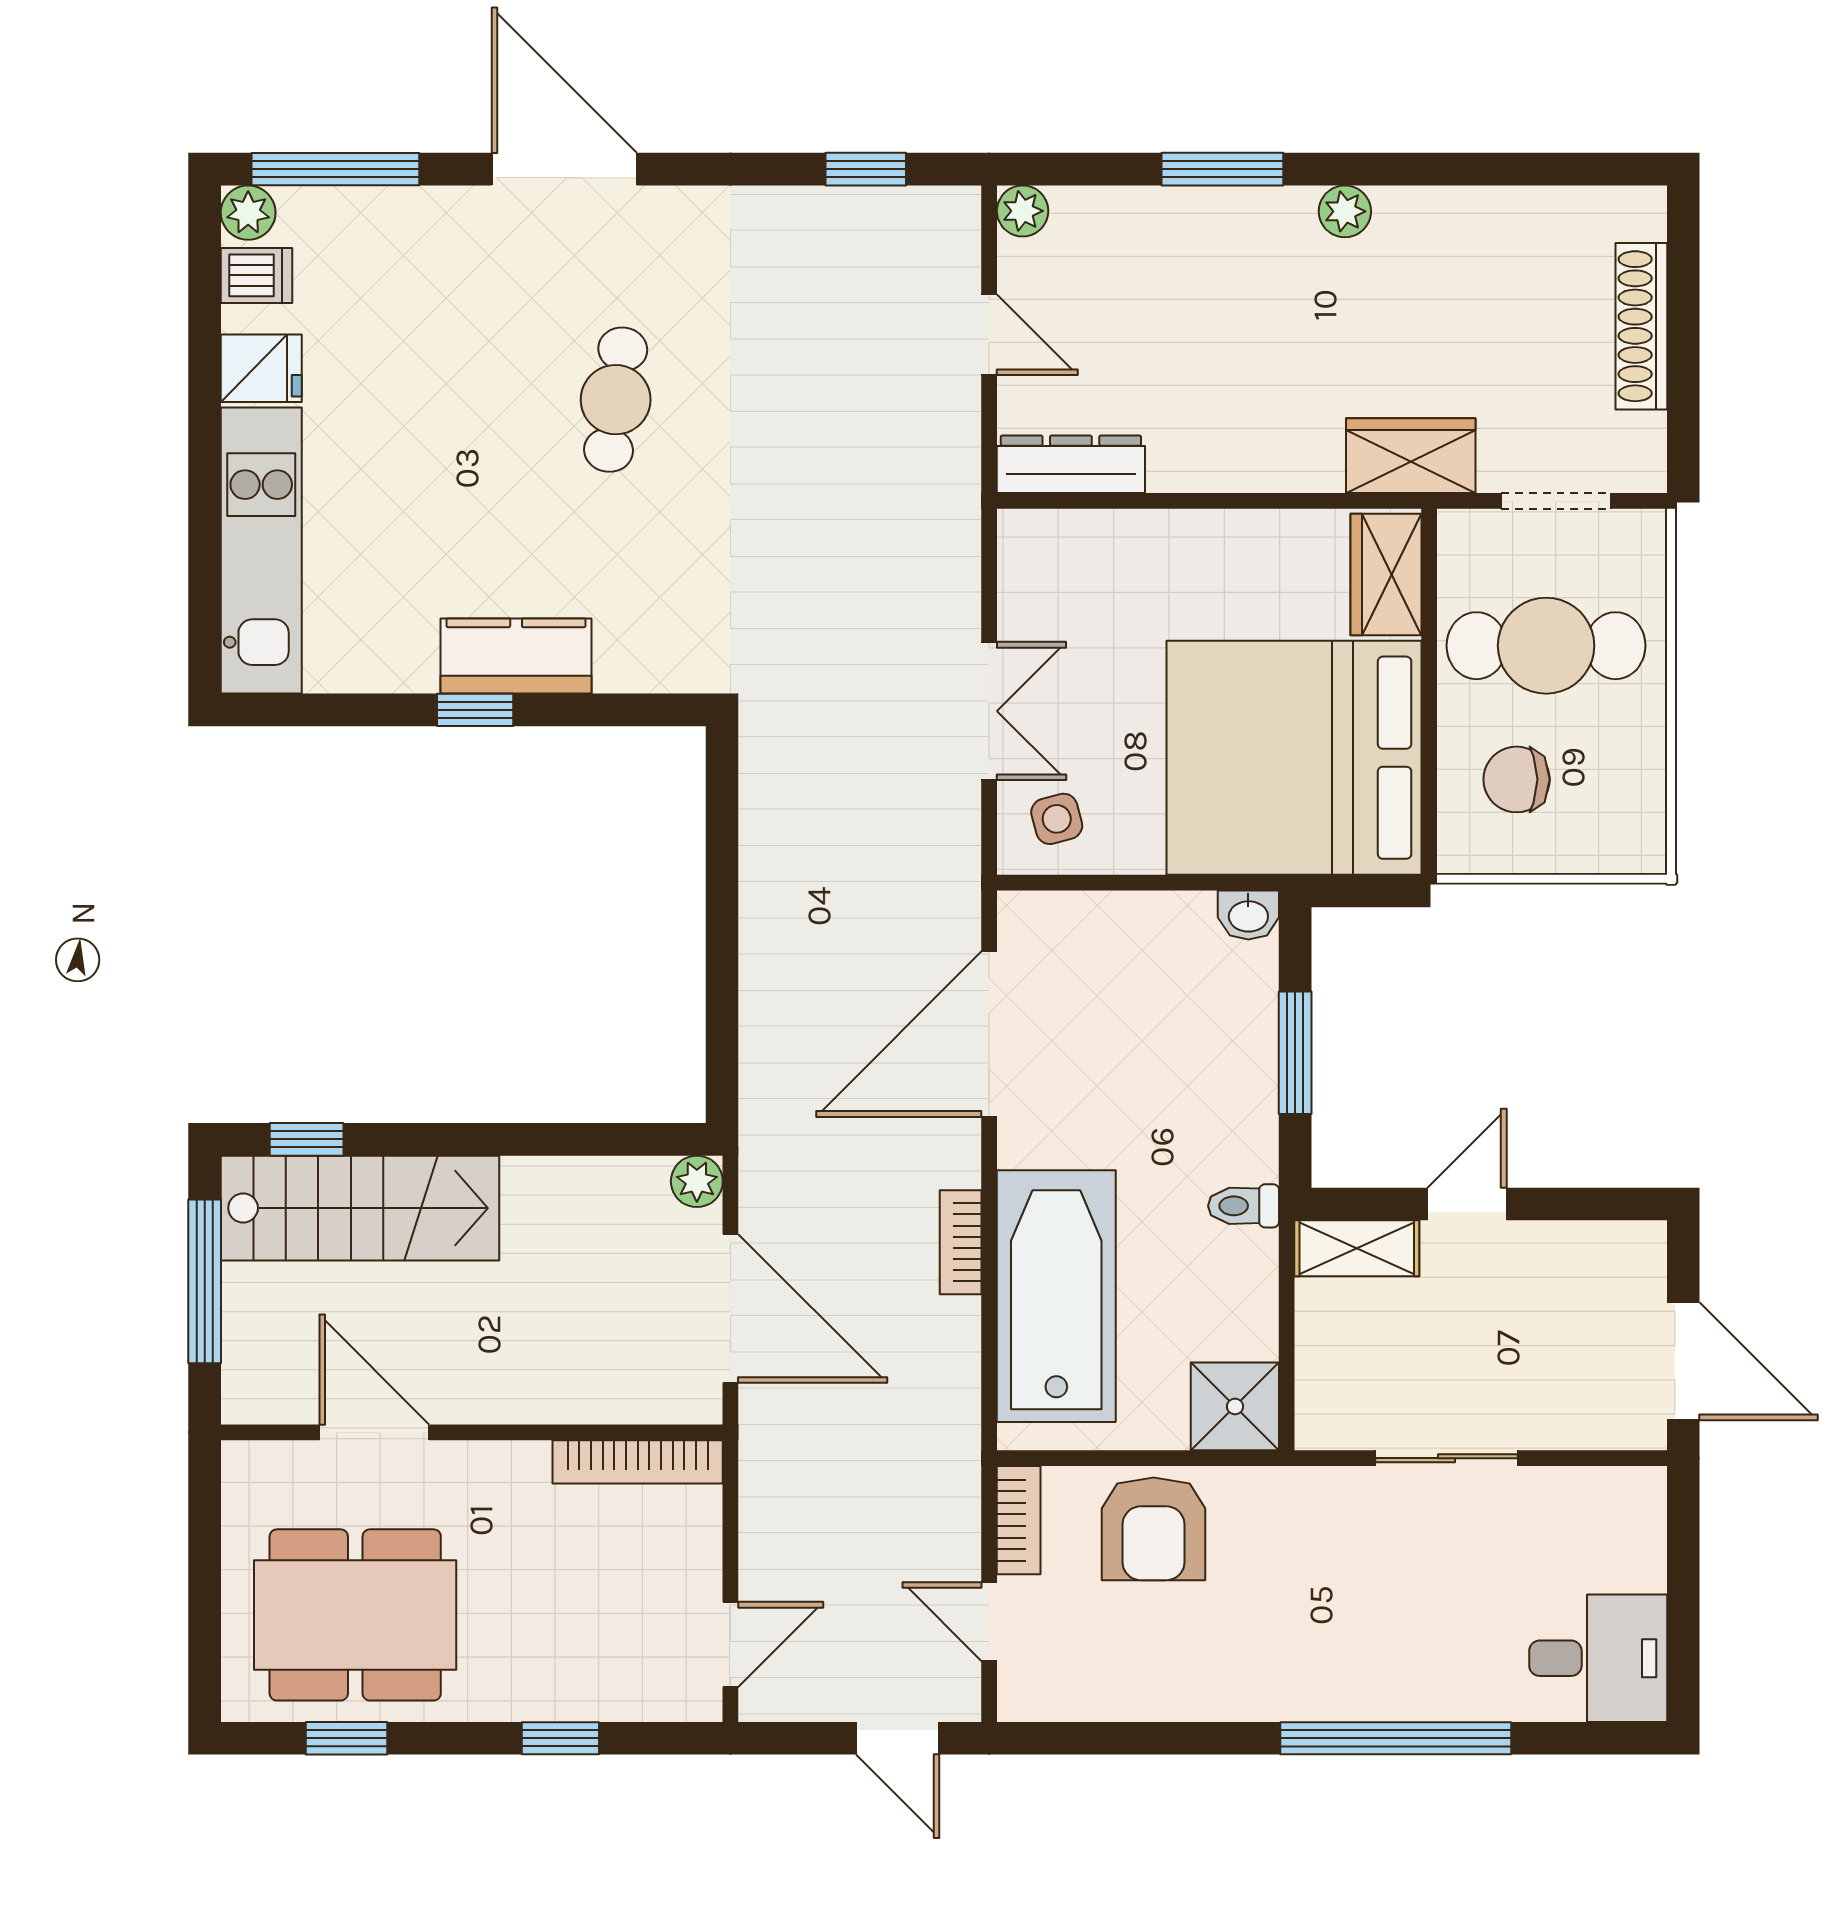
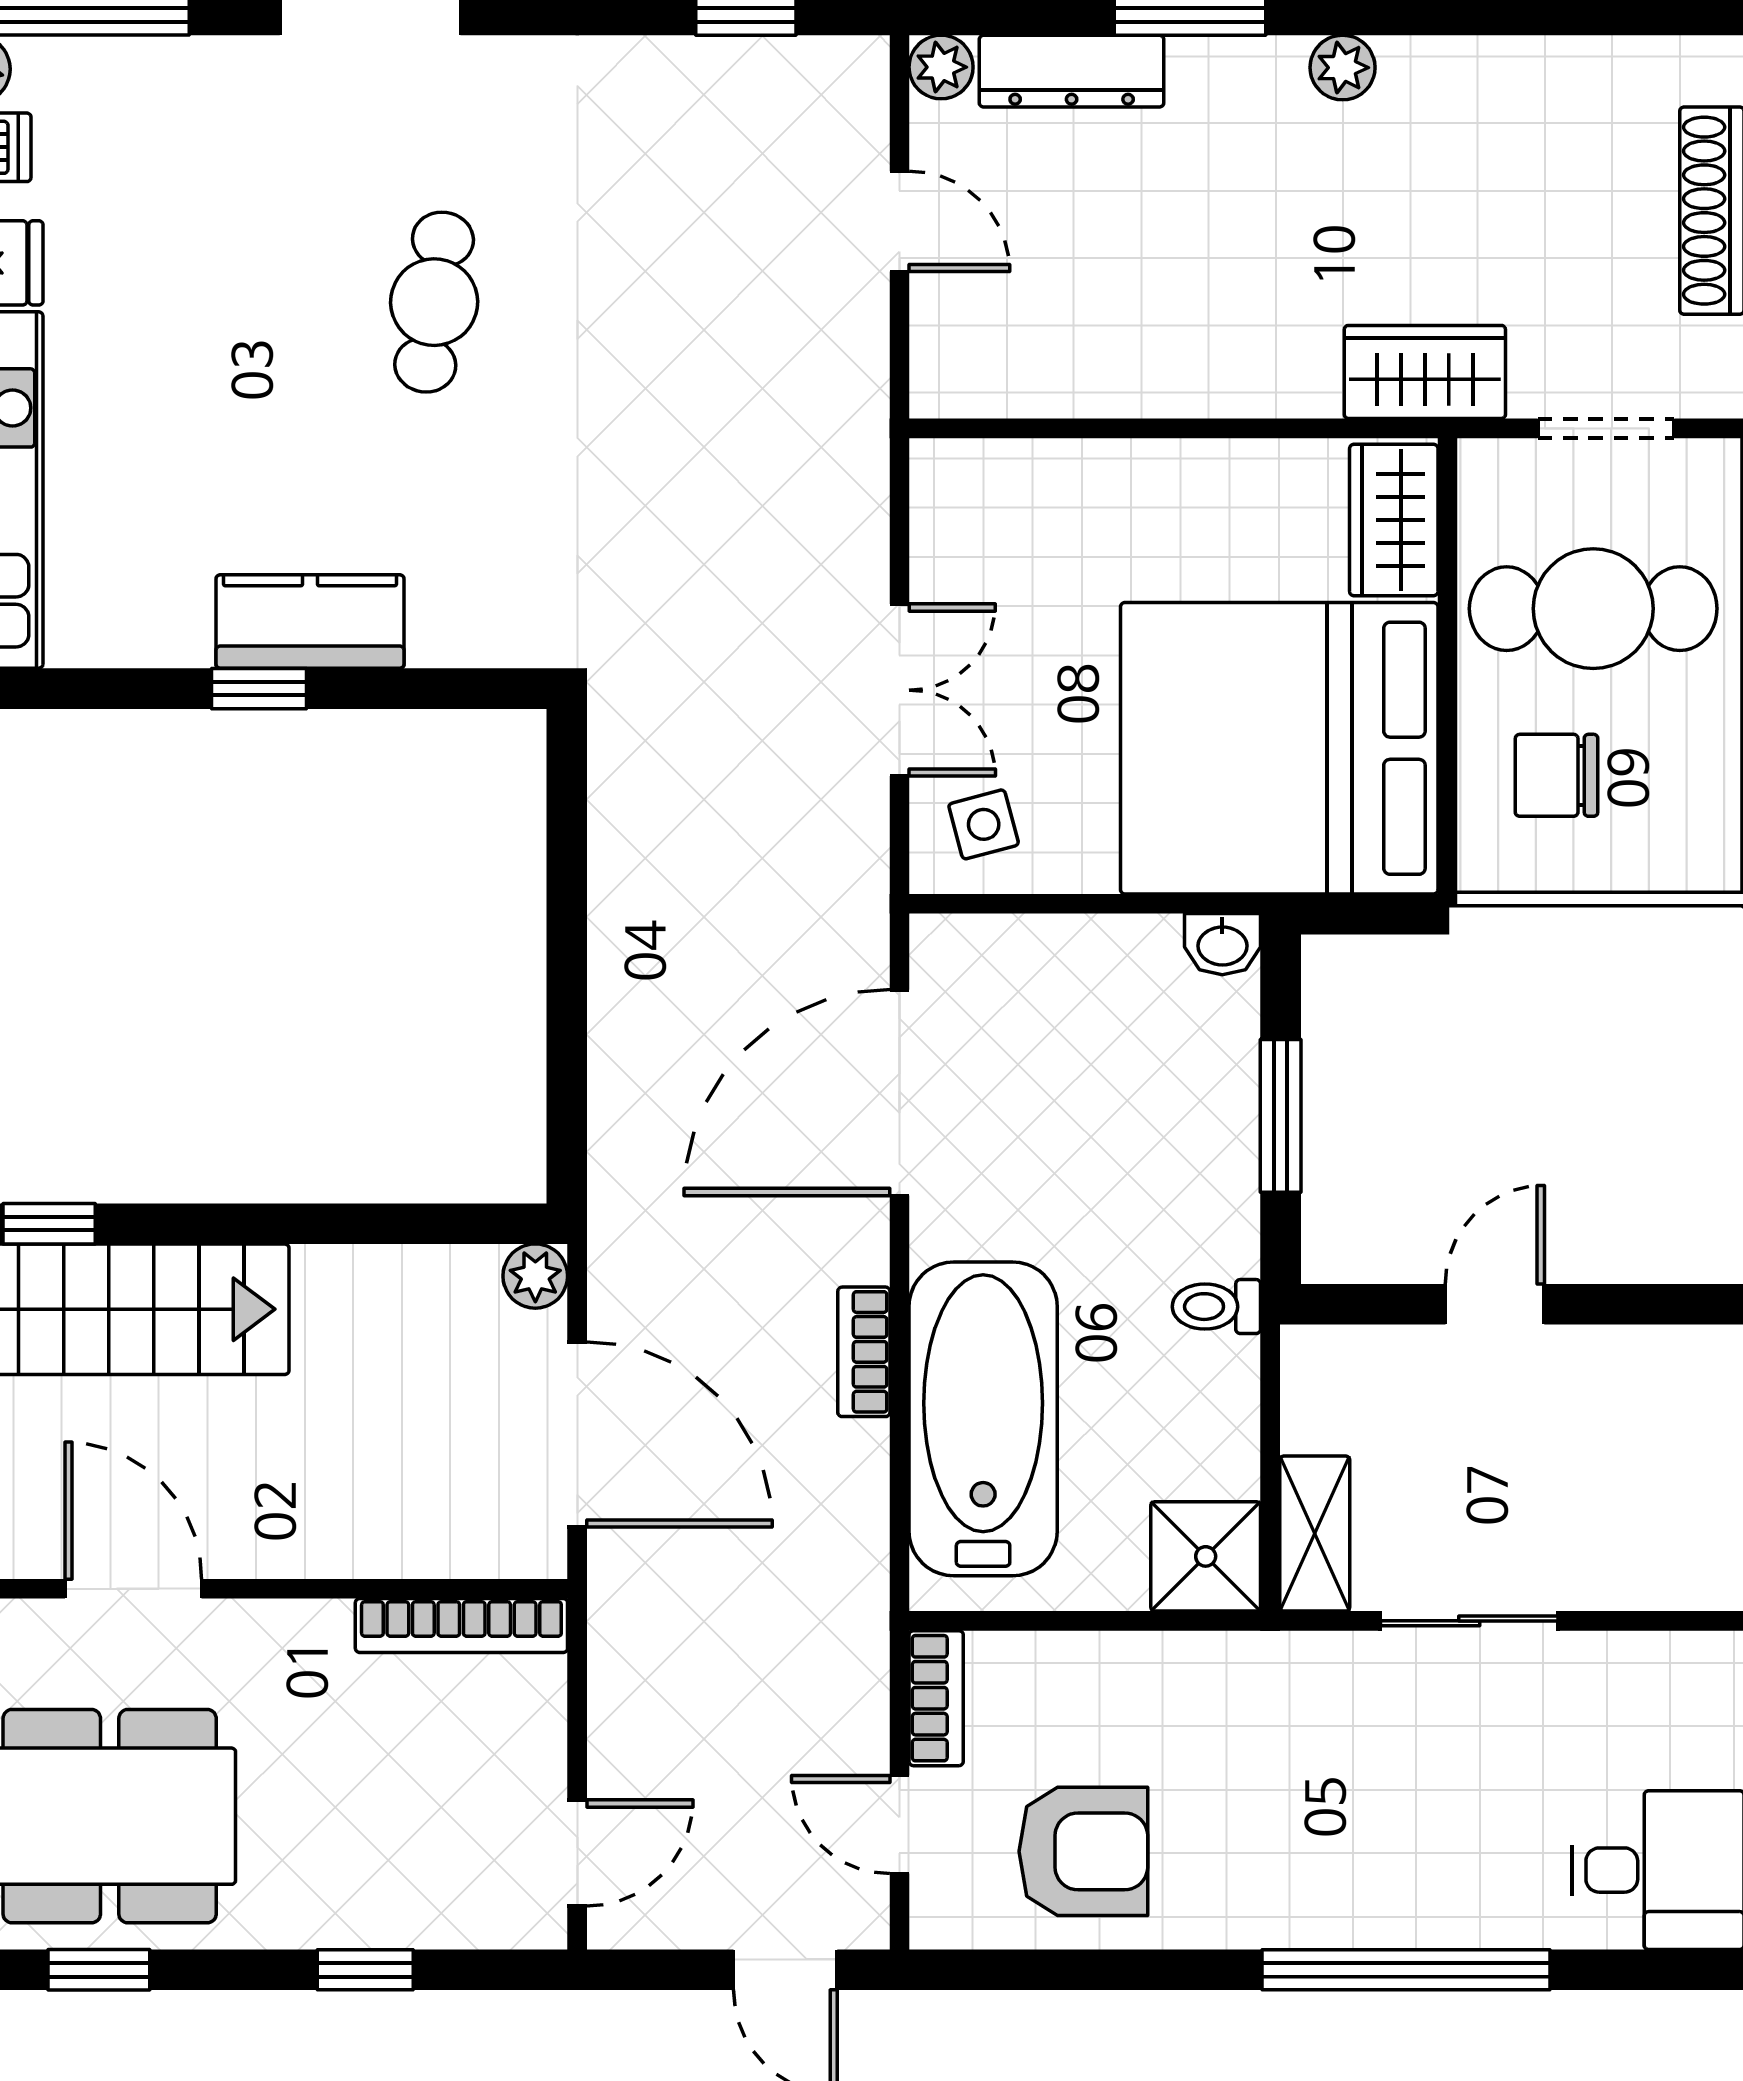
dresser: (1071, 464) -> (1072, 71), moved, turned 180
shelving: (1357, 1248) -> (1315, 1534), moved, turned 90
armchair: (1154, 1529) -> (1083, 1851), moved, turned -90

